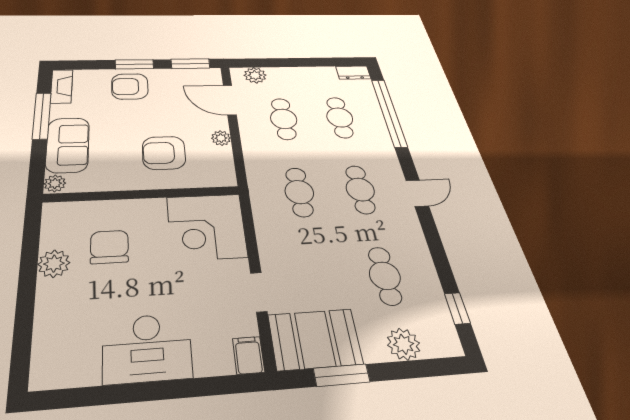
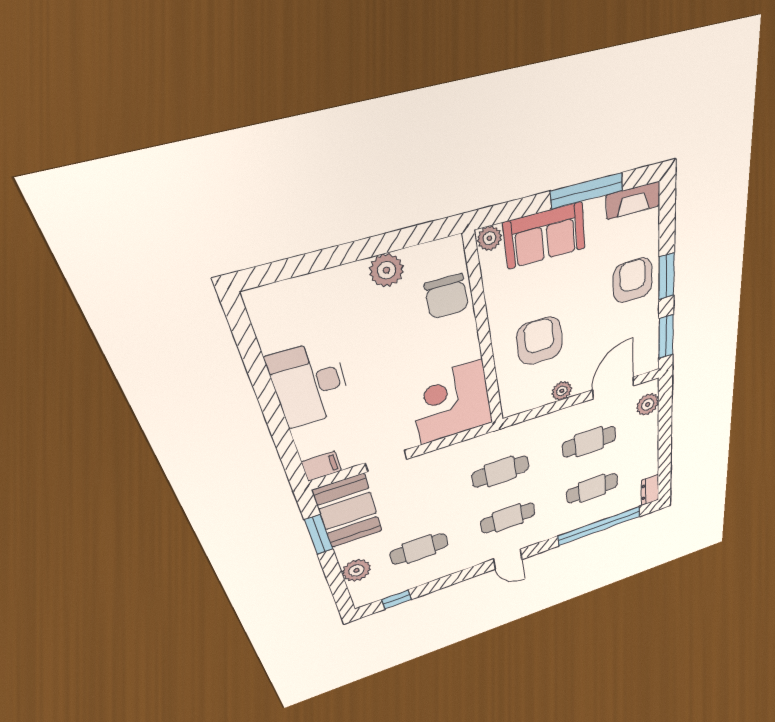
chair: (109, 247) -> (447, 297), moved, turned 90

